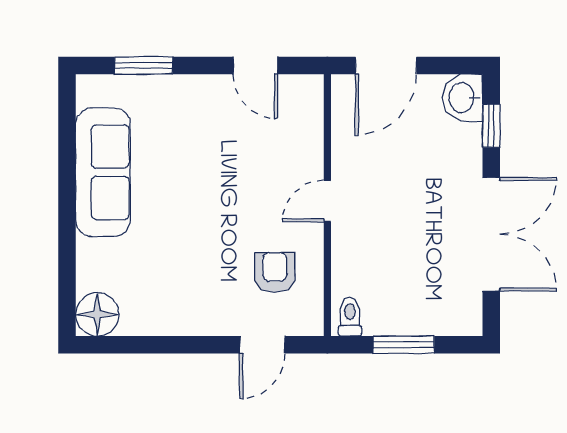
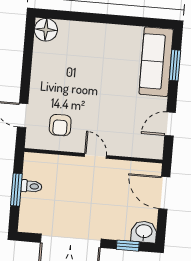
sofa: (103, 172) -> (156, 62), moved, turned 90
armchair: (275, 272) -> (60, 125), turned 90
toilet: (350, 317) -> (31, 186), moved

